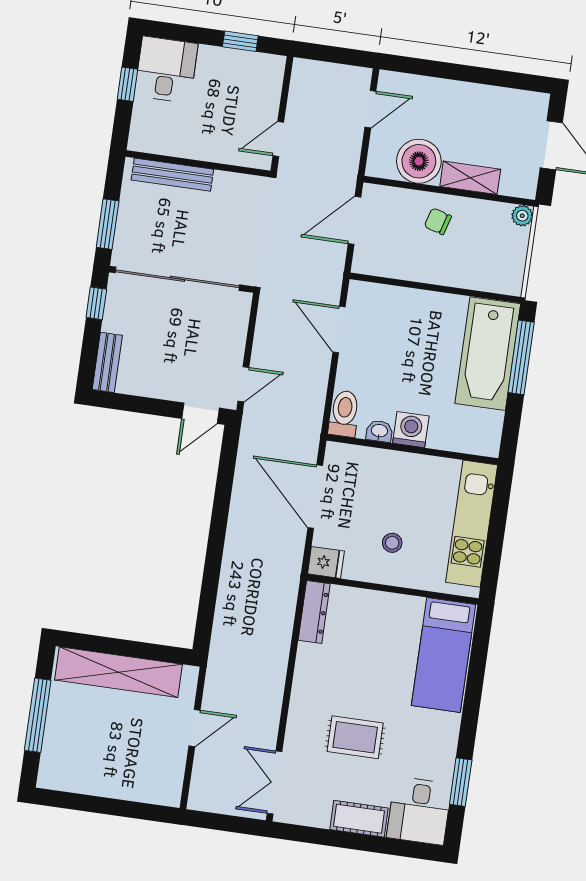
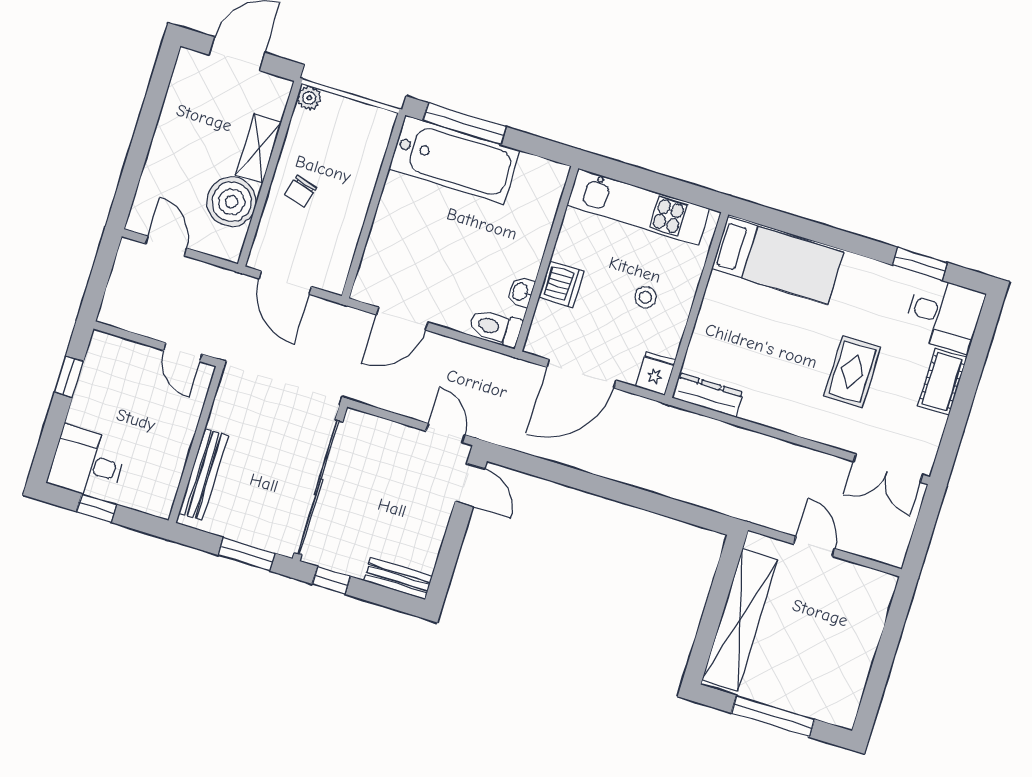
washing machine: (411, 430) -> (524, 257), removed
dishwasher: (392, 466) -> (561, 284), added

